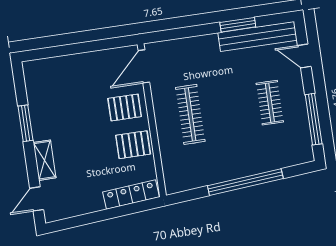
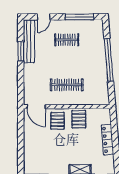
locker: (131, 194) -> (107, 140), moved

